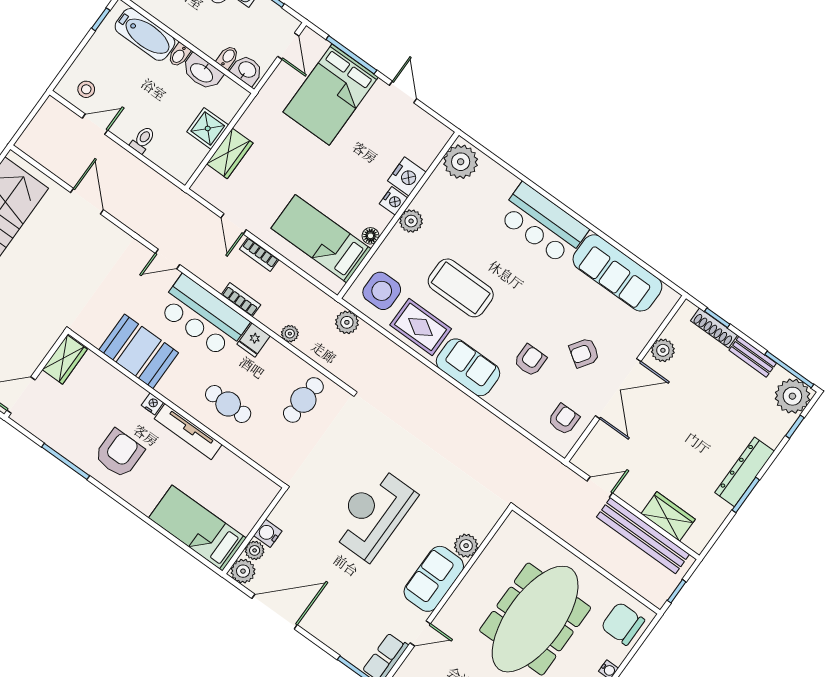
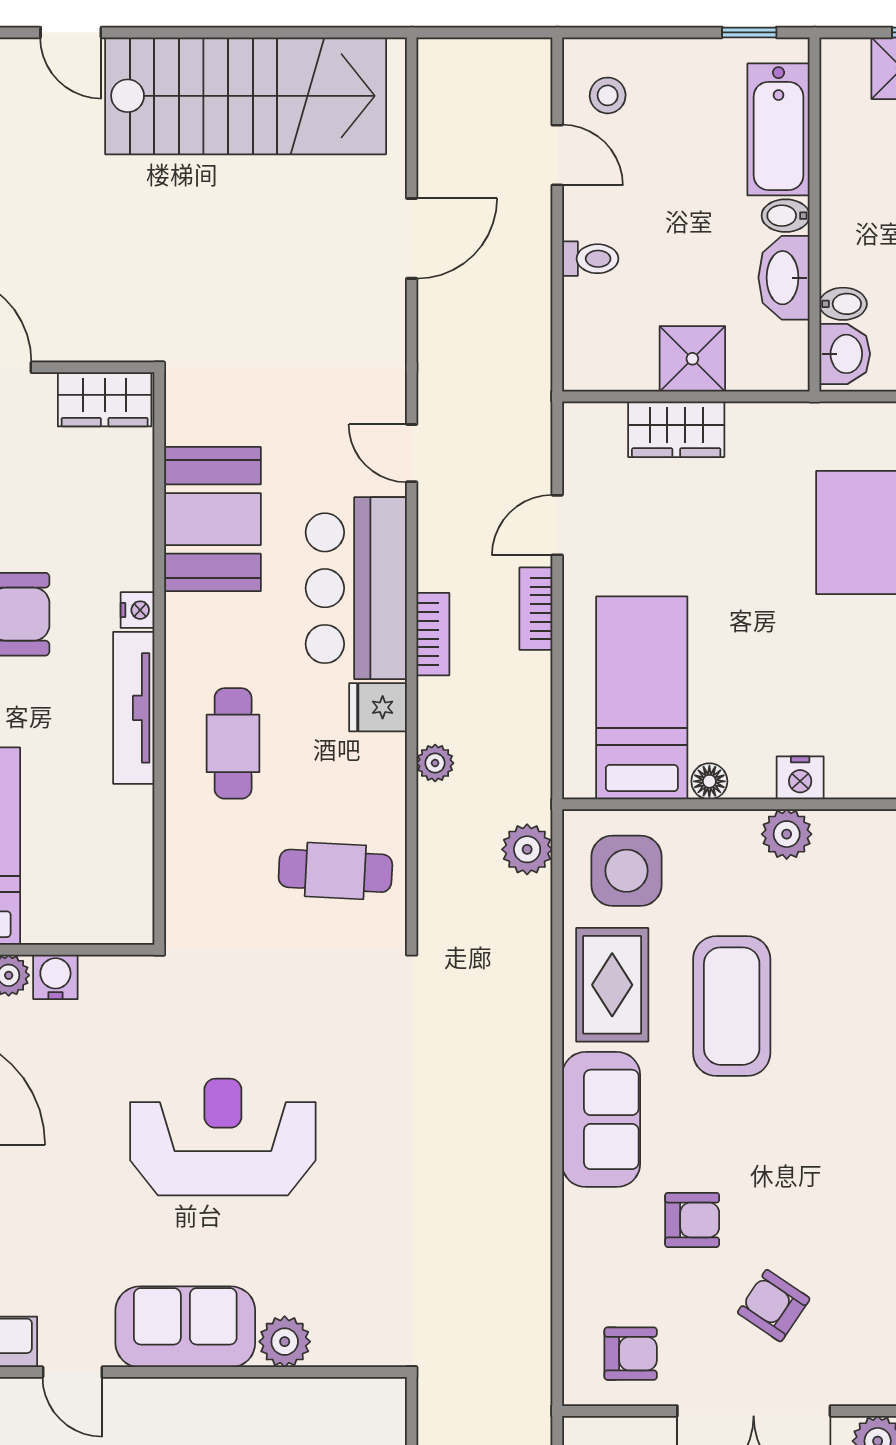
nightstand: (407, 177) -> (860, 770), removed

